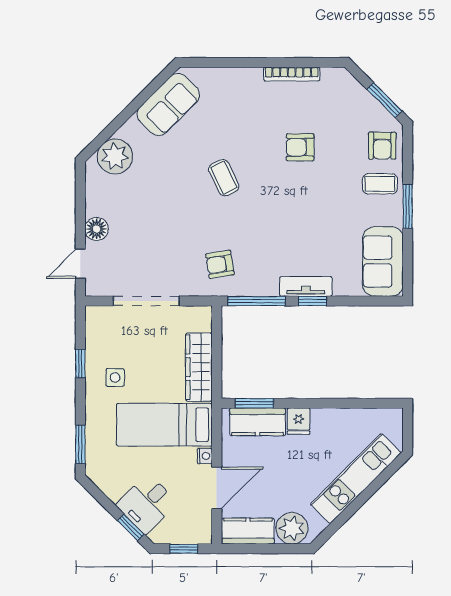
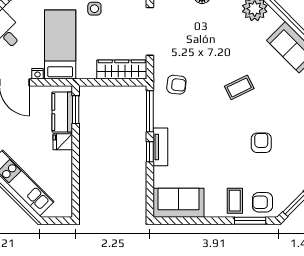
window: (408, 206) -> (250, 221), moved
armchair: (220, 264) -> (176, 85), turned 106
wardrobe: (199, 367) -> (122, 69), moved

